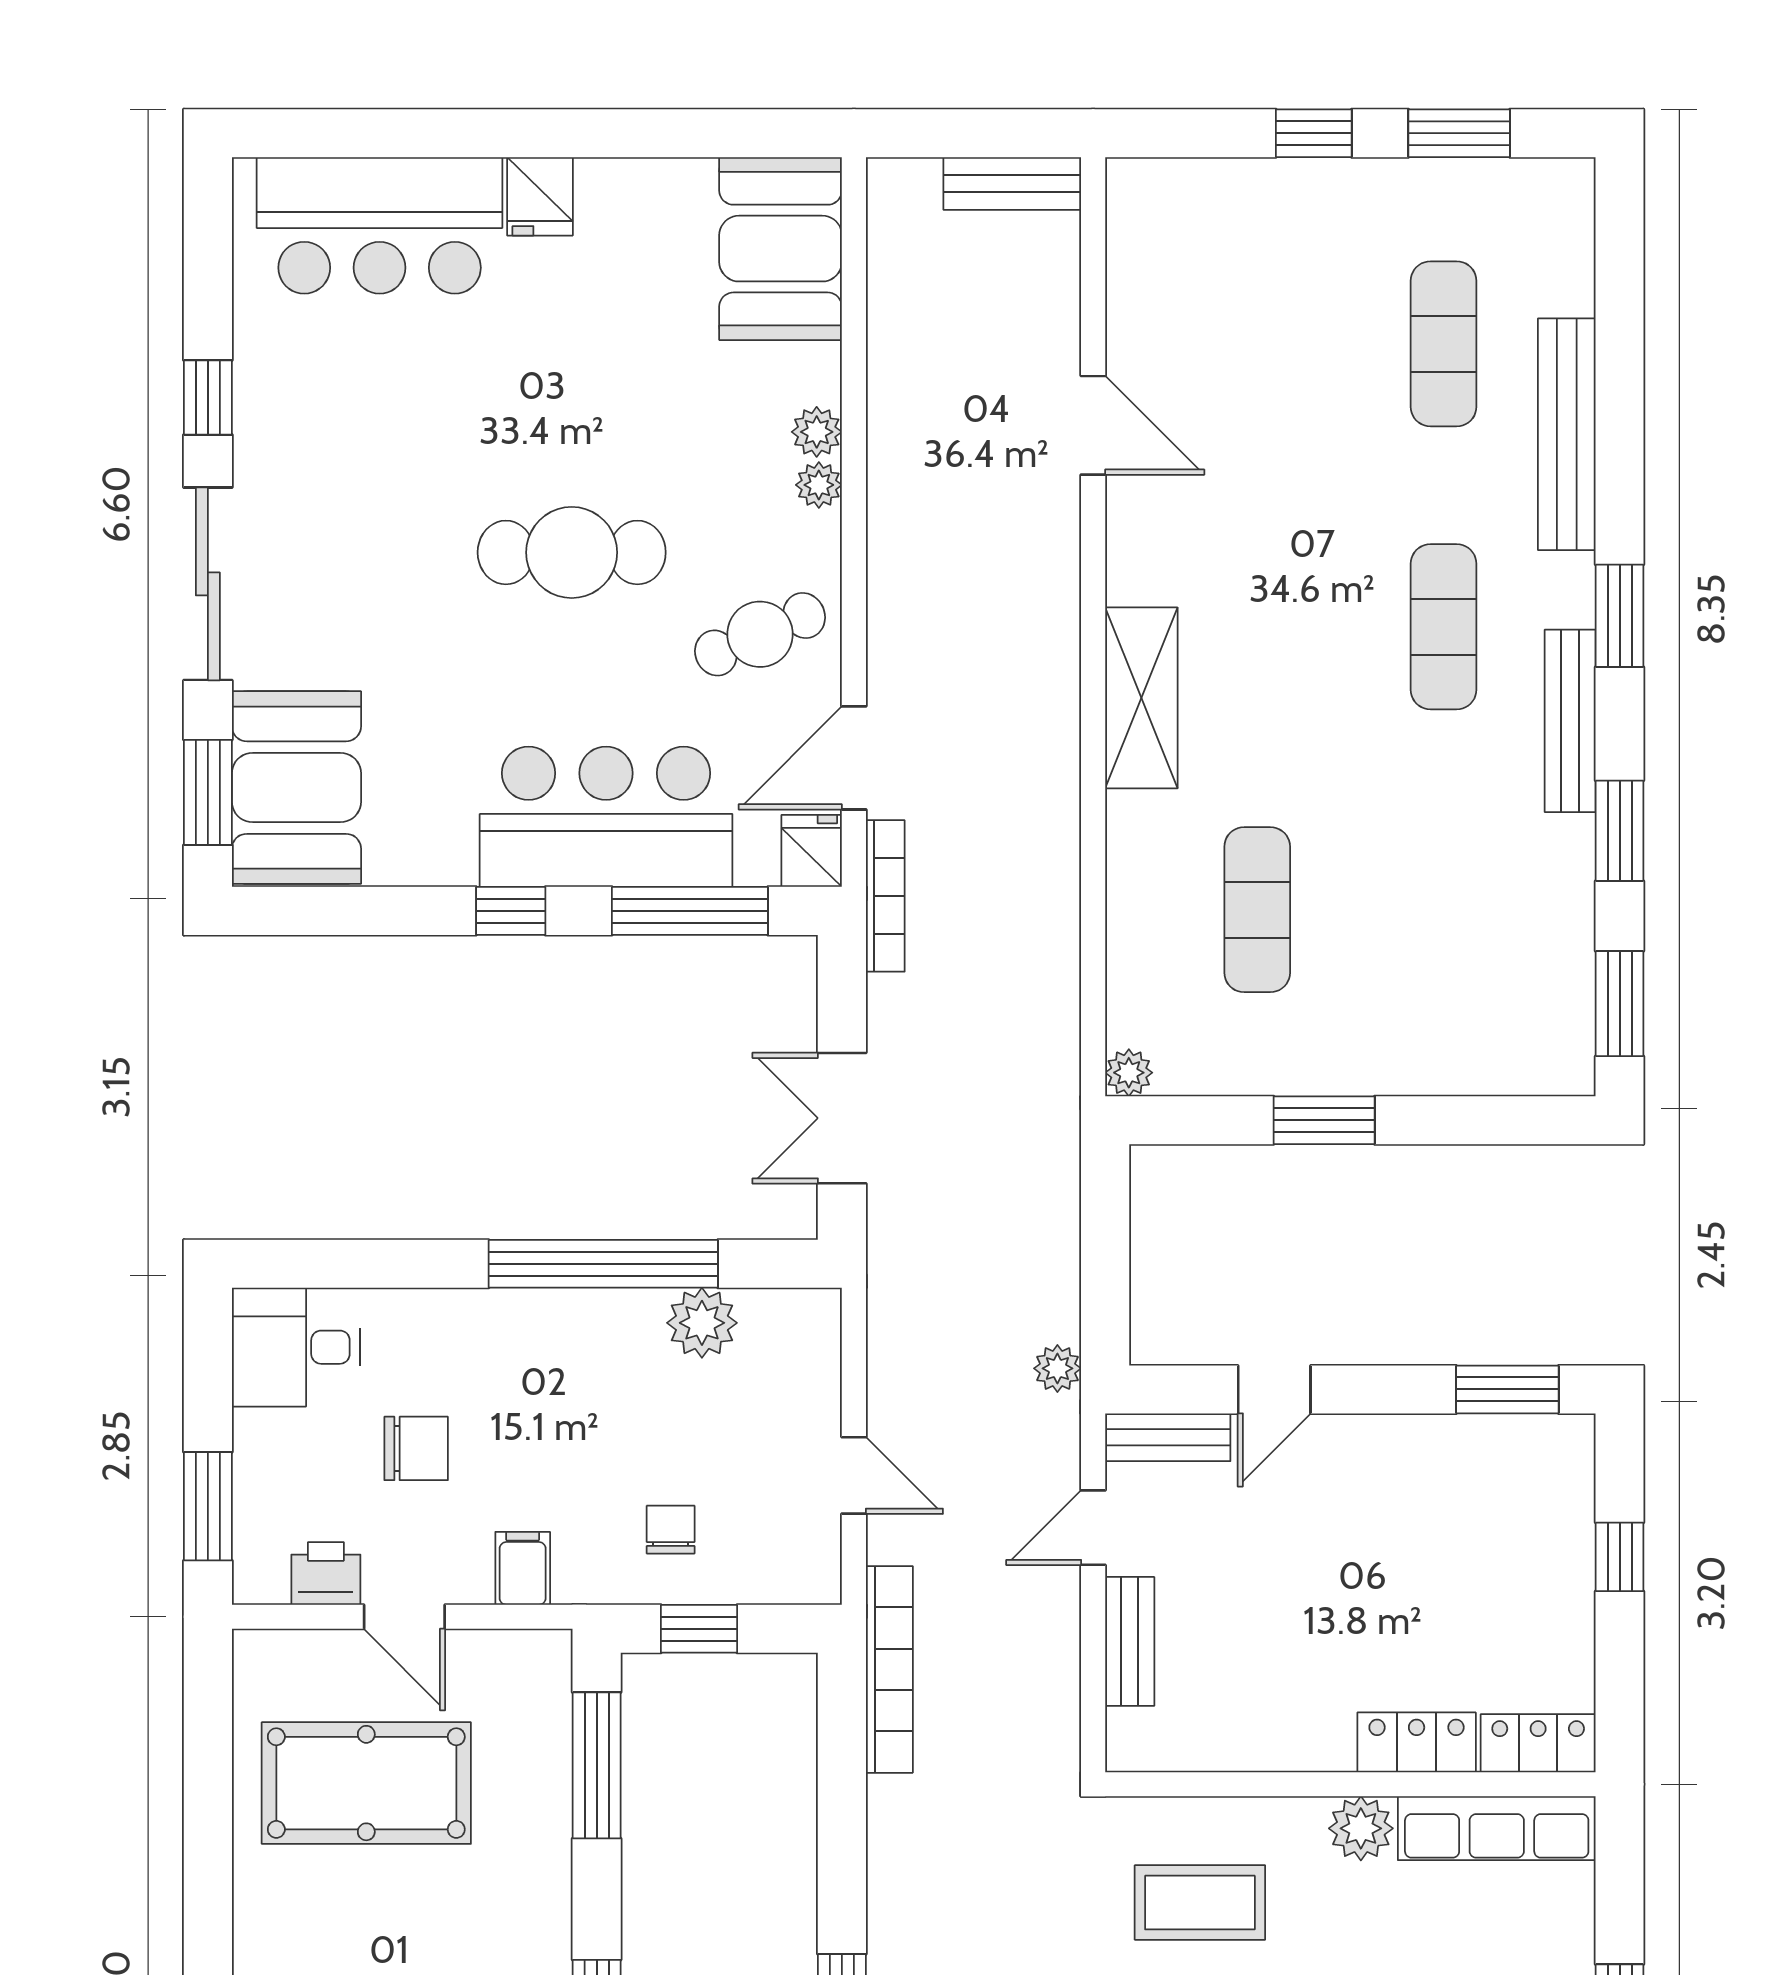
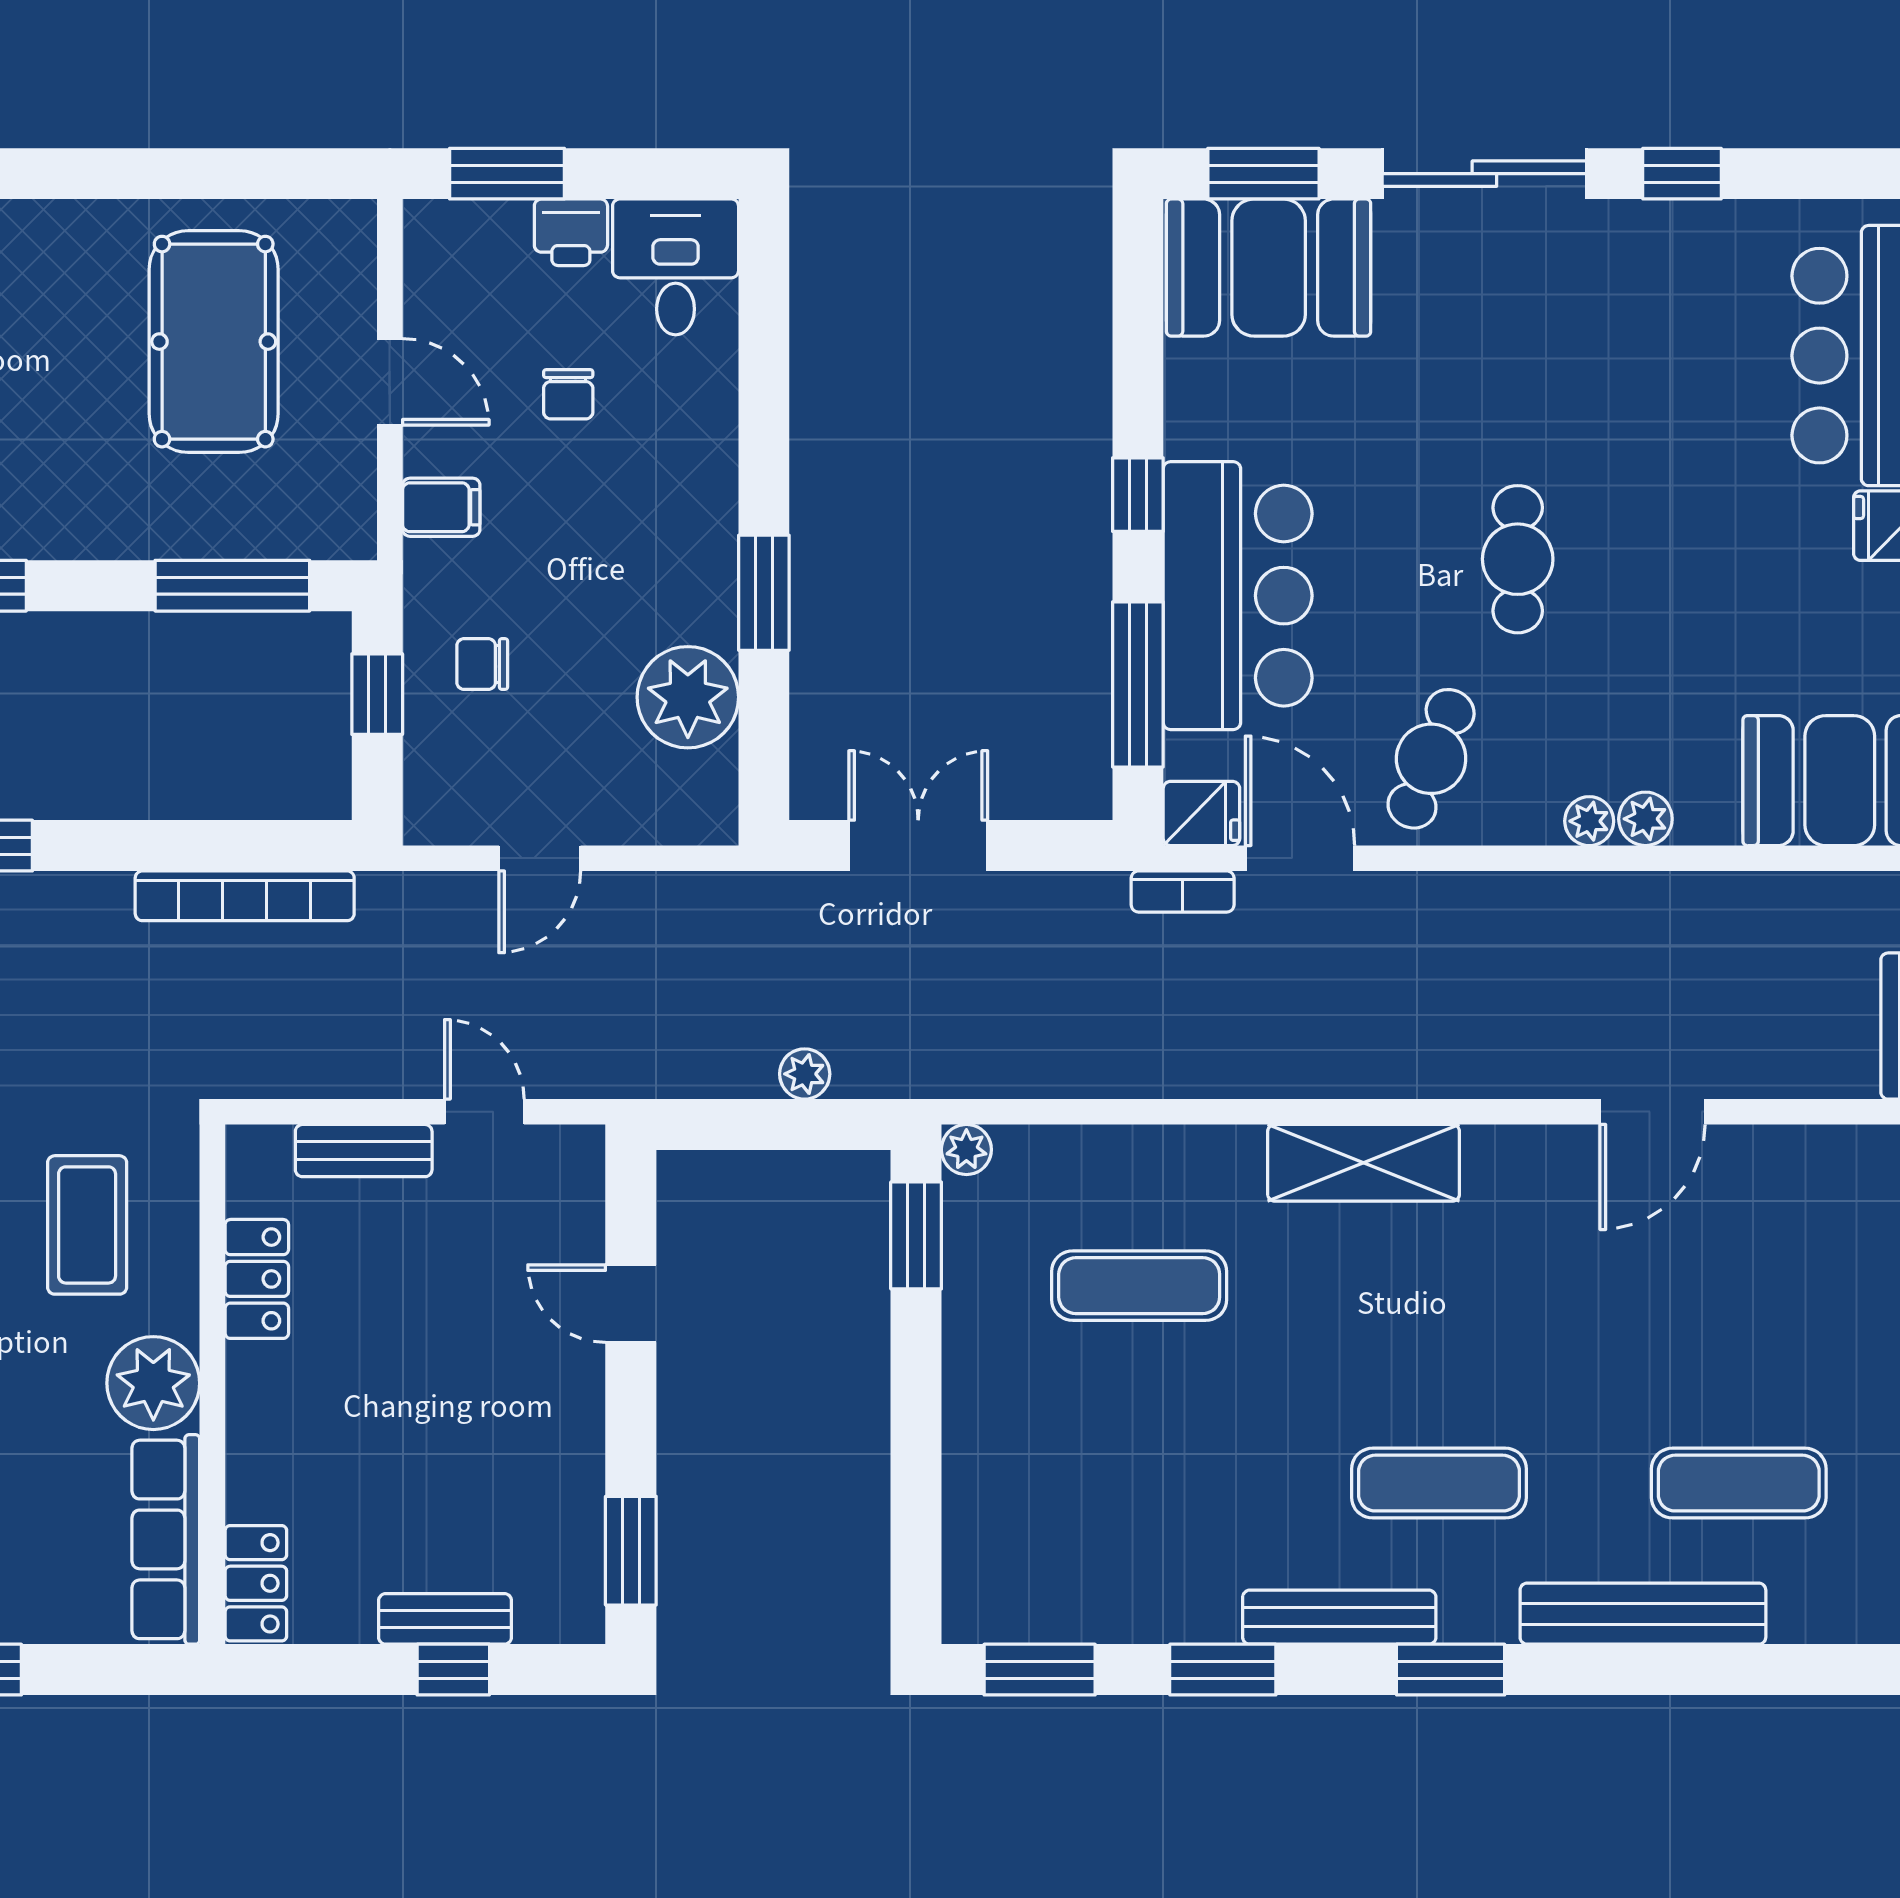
cafe table: (572, 552) -> (1518, 559), width x0.73, depth x0.74
cafe table: (760, 634) -> (1431, 759), turned 45
bookcase: (885, 896) -> (1183, 891), width x0.64
window: (1324, 1120) -> (916, 1235), moved
window: (603, 1264) -> (764, 593), width x0.47
plant: (702, 1323) -> (688, 697), width x1.36, depth x1.36
plant: (1057, 1368) -> (805, 1074), moved
bench: (1168, 1437) -> (445, 1619), moved, turned 90
chair: (416, 1448) -> (568, 394), width x0.73, depth x0.73
chair: (671, 1530) -> (482, 664), turned 180
printer: (326, 1573) -> (571, 232), moved, turned 90
door: (404, 1617) -> (390, 382), swing flipped
bookcase: (889, 1669) -> (245, 896), moved
locker: (1417, 1742) -> (257, 1279), moved
plant: (1361, 1828) -> (153, 1383), width x1.36, depth x1.36

